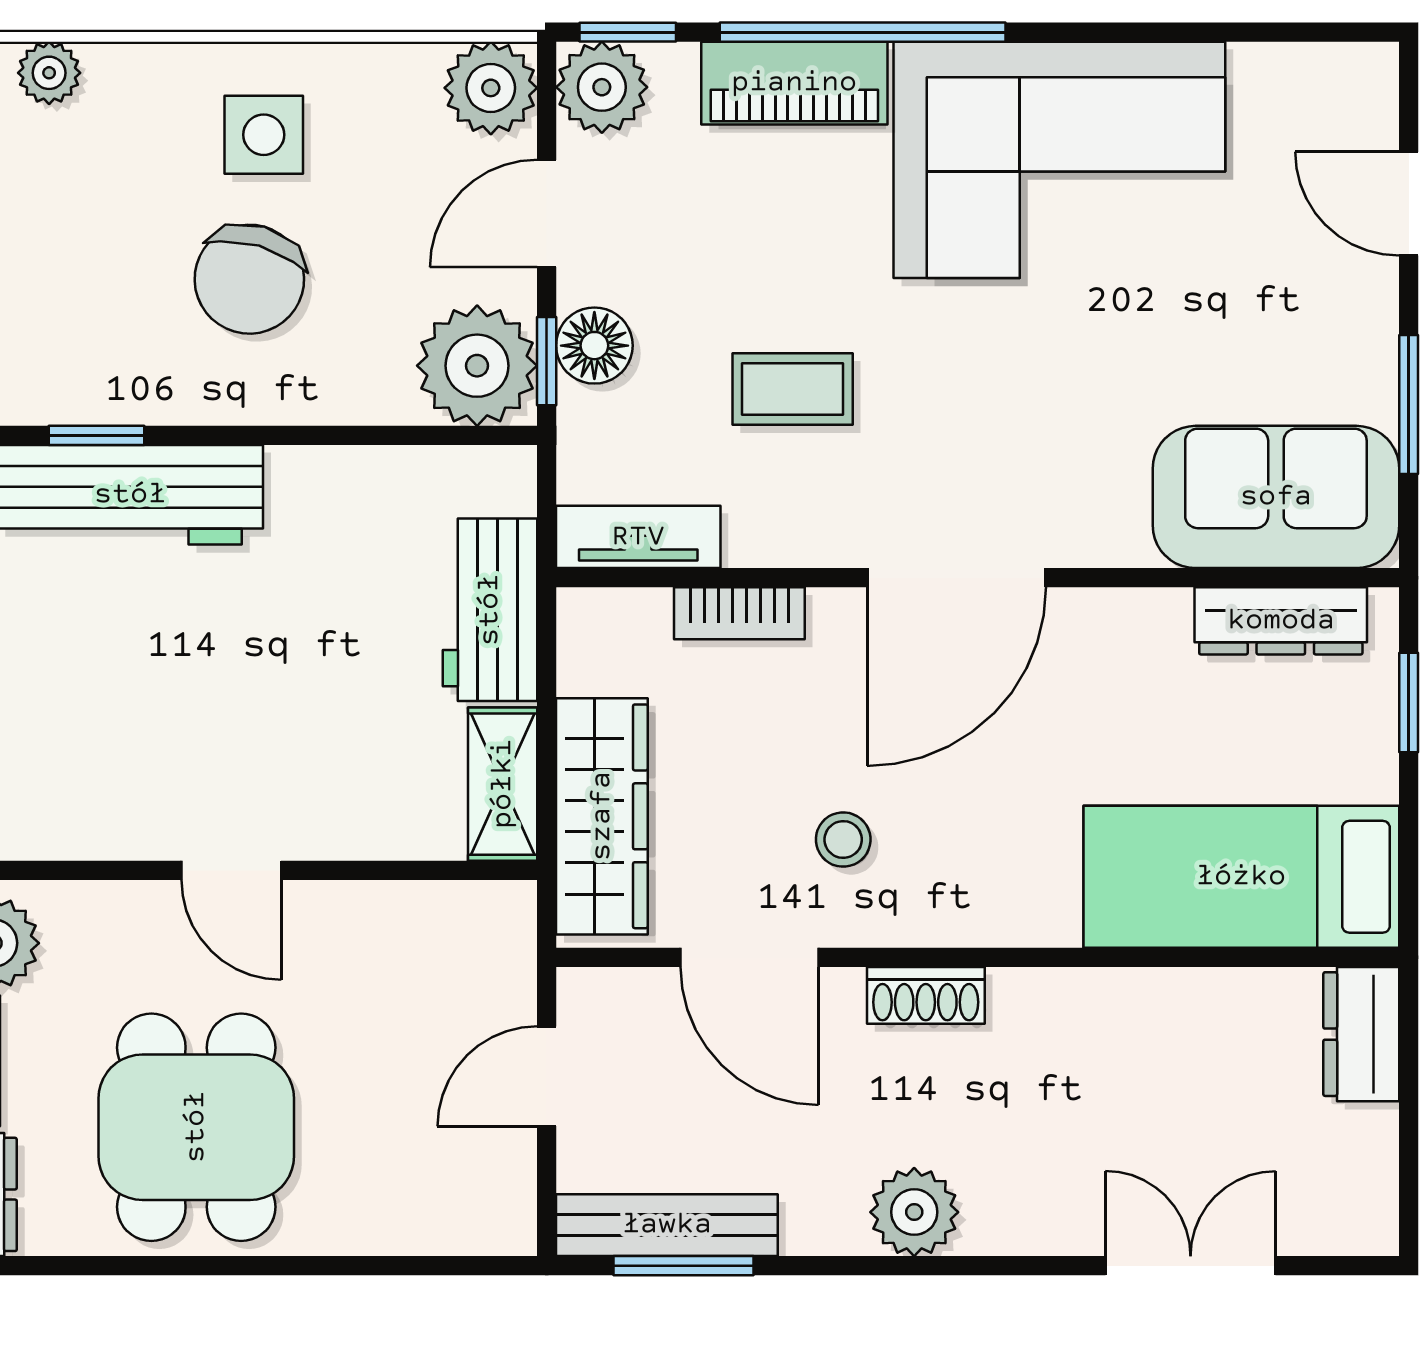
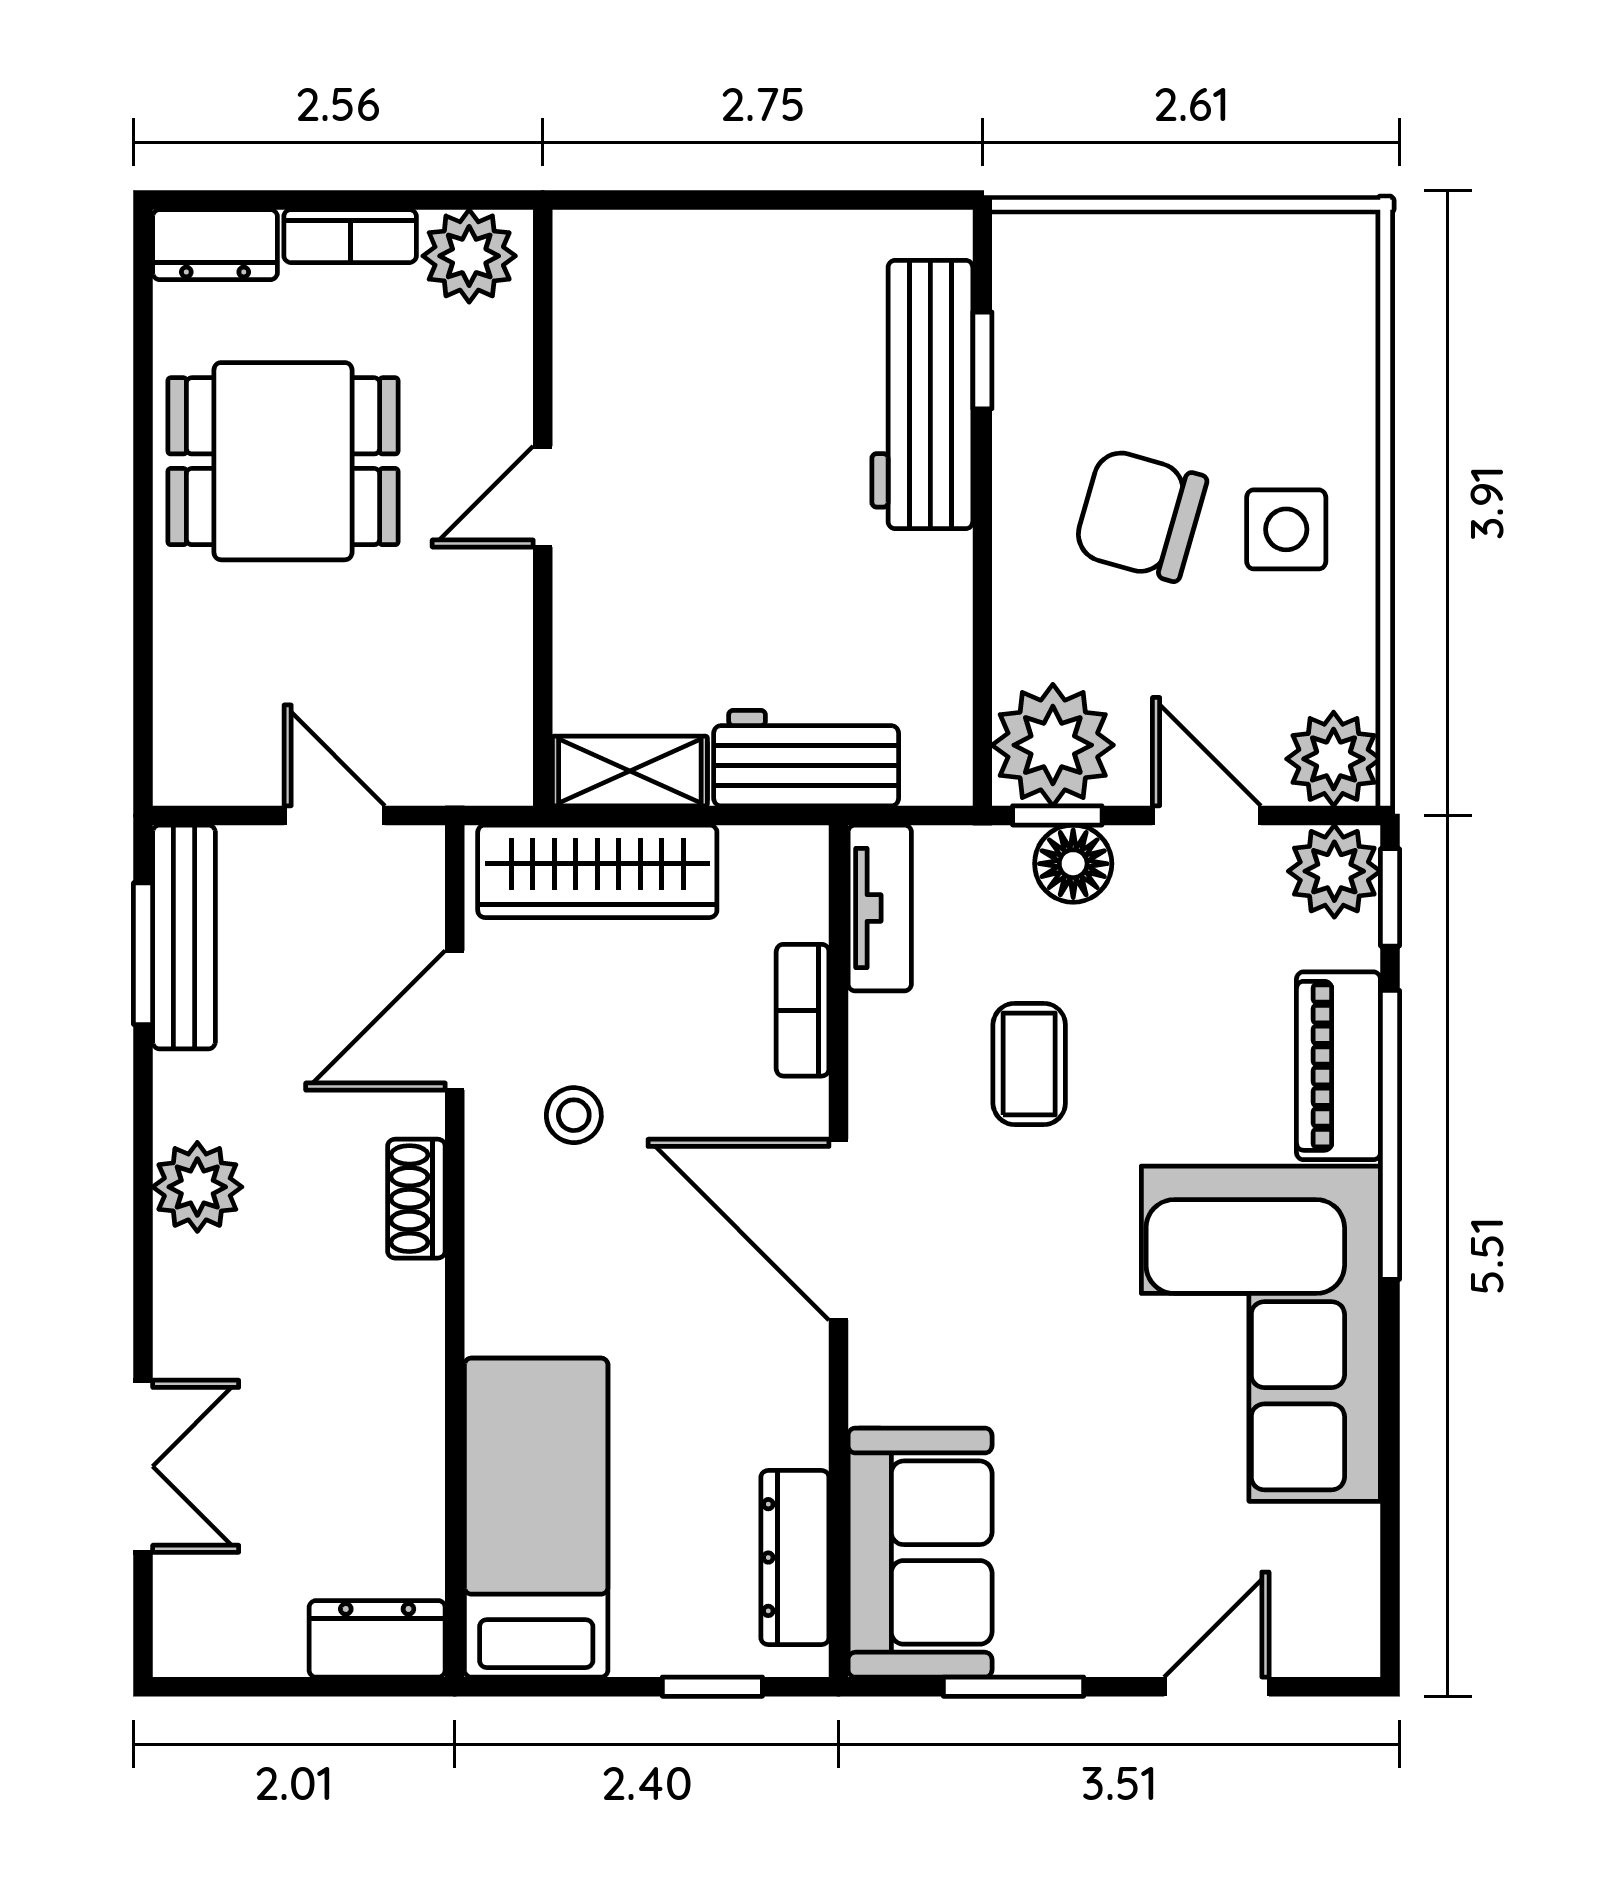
plant: (49, 73) -> (1349, 312), removed

